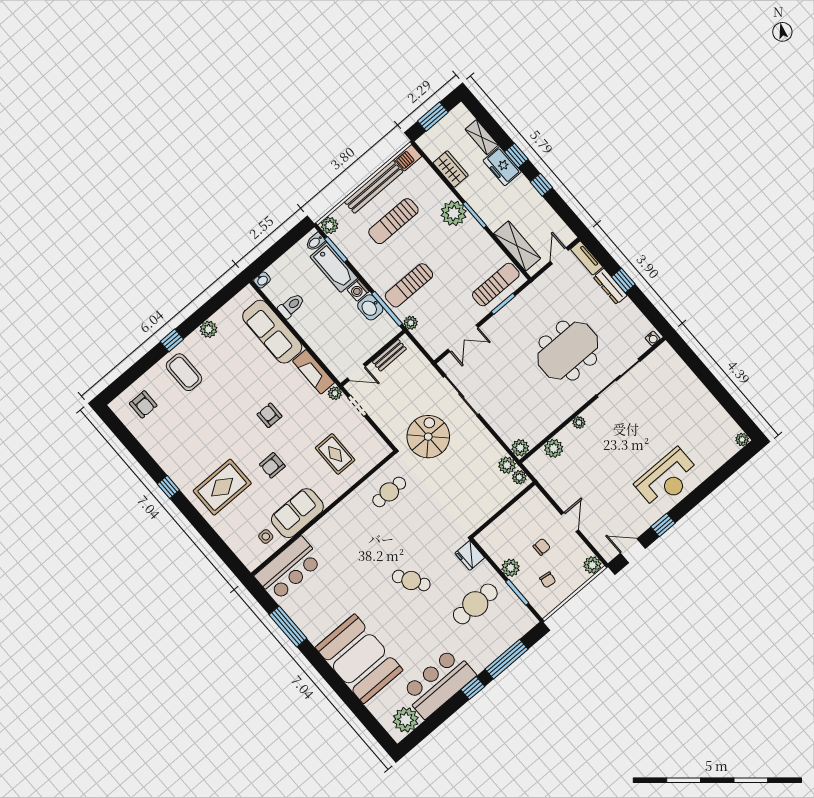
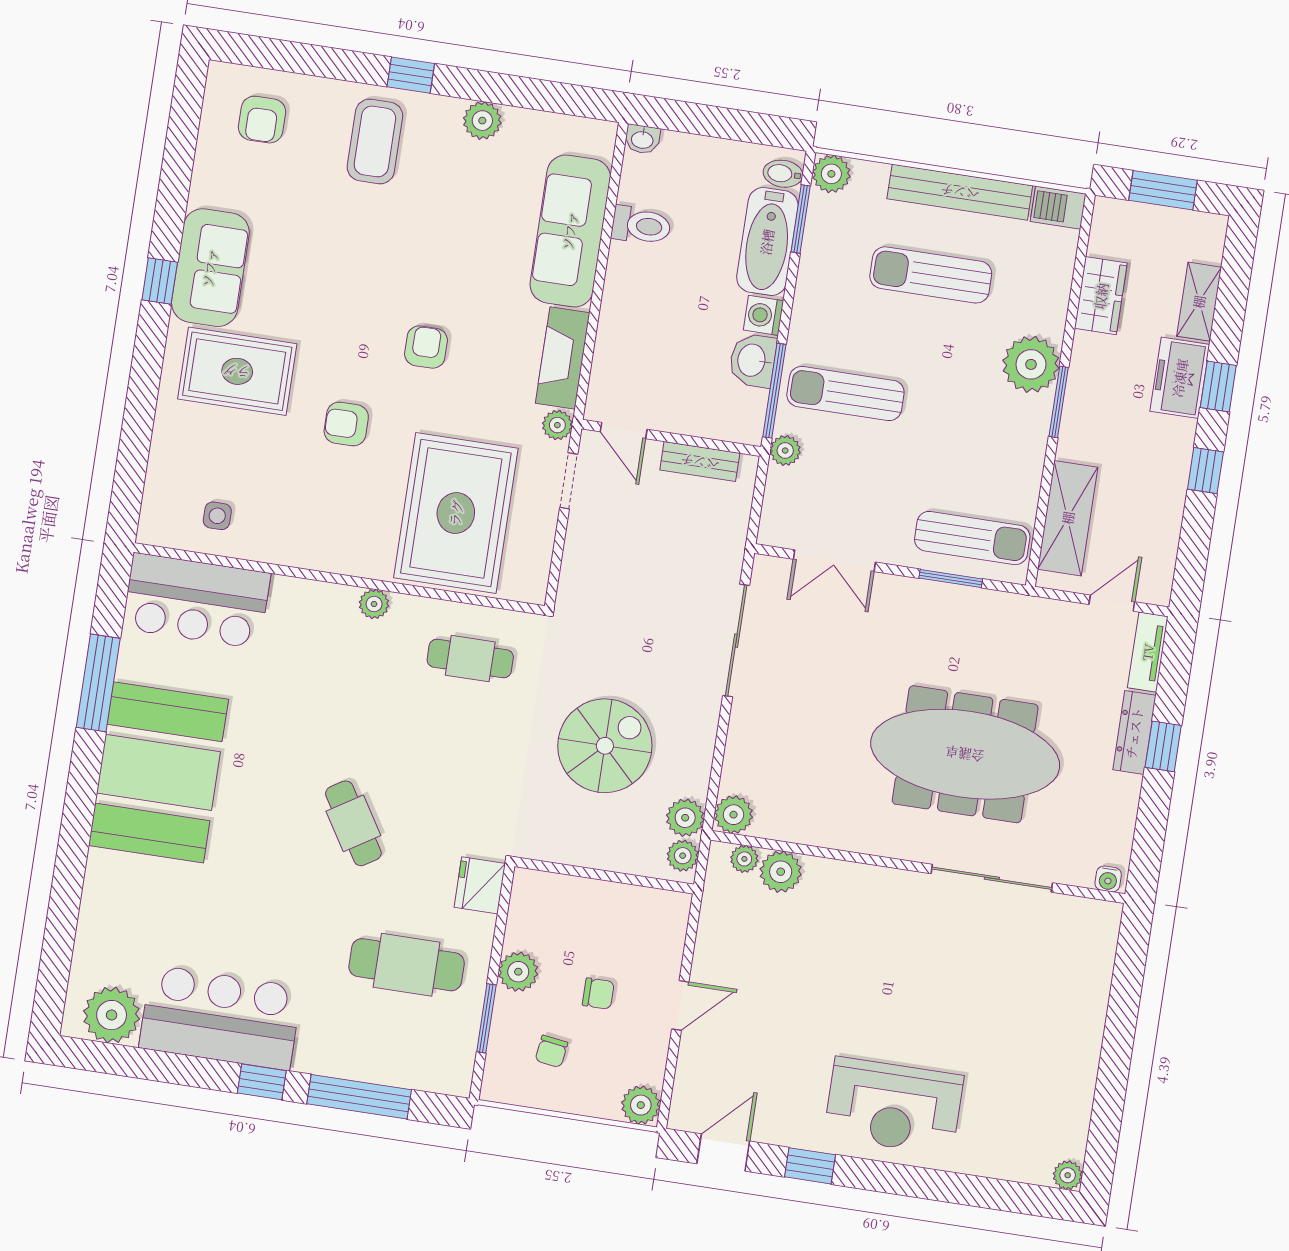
meeting table: (568, 351) -> (965, 754), width x1.36
plant: (579, 422) -> (744, 859), moved
spiral stairs: (428, 437) -> (605, 746), moved
rug: (335, 454) -> (456, 513), width x1.86, depth x2.06
plant: (342, 509) -> (374, 604), added
sofa: (297, 513) -> (210, 268), moved, turned 90
door: (633, 551) -> (723, 1152), hinge flipped
booth: (359, 659) -> (158, 772), moved

